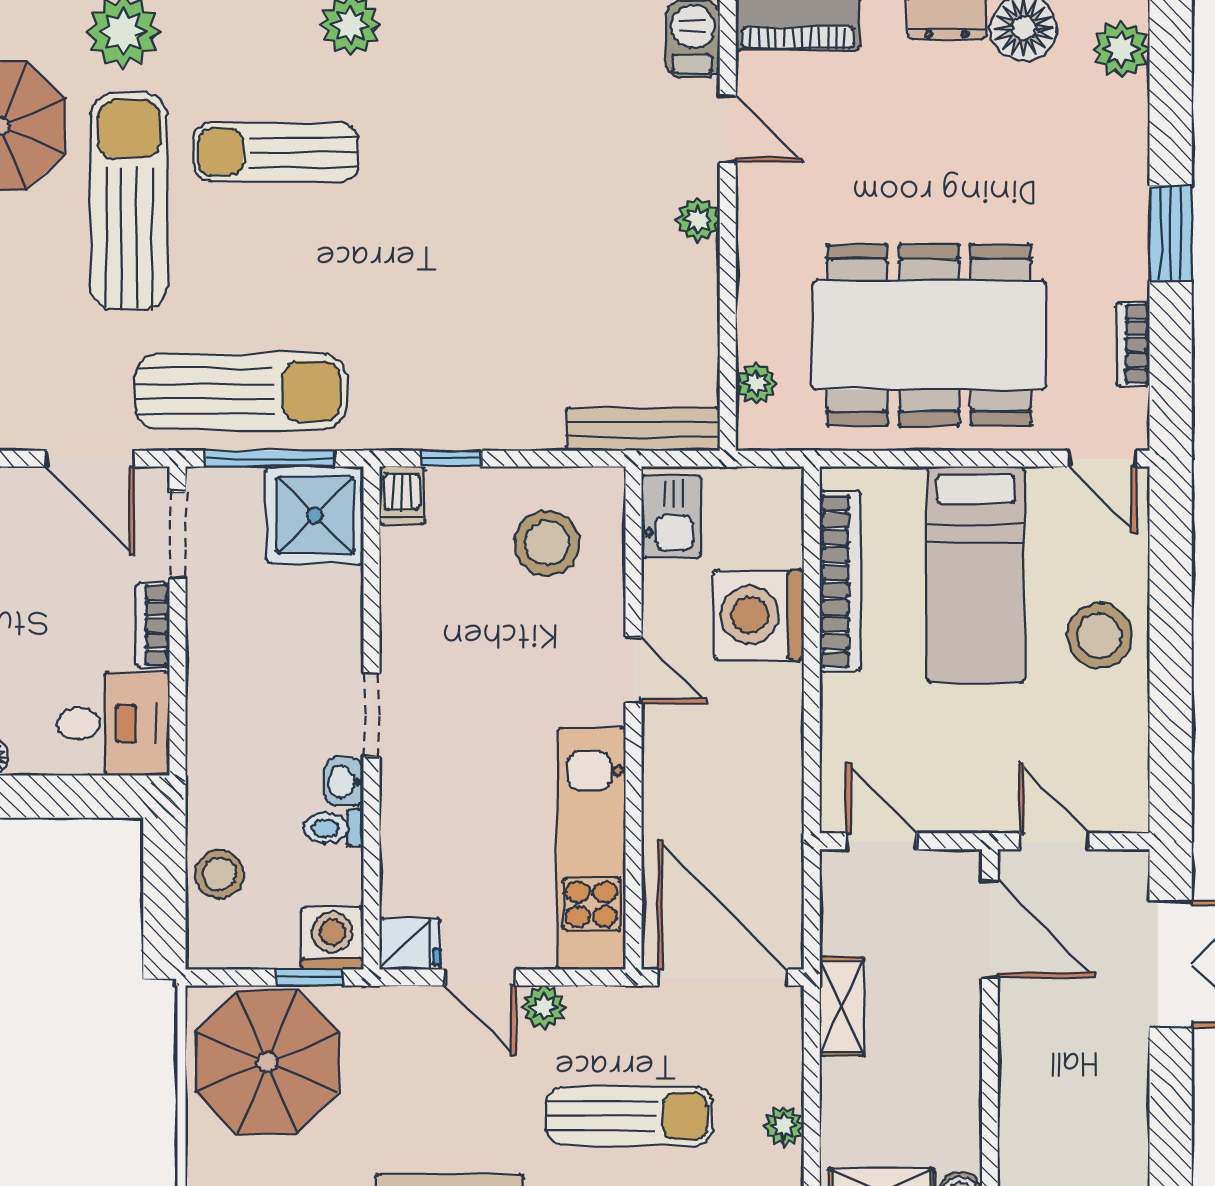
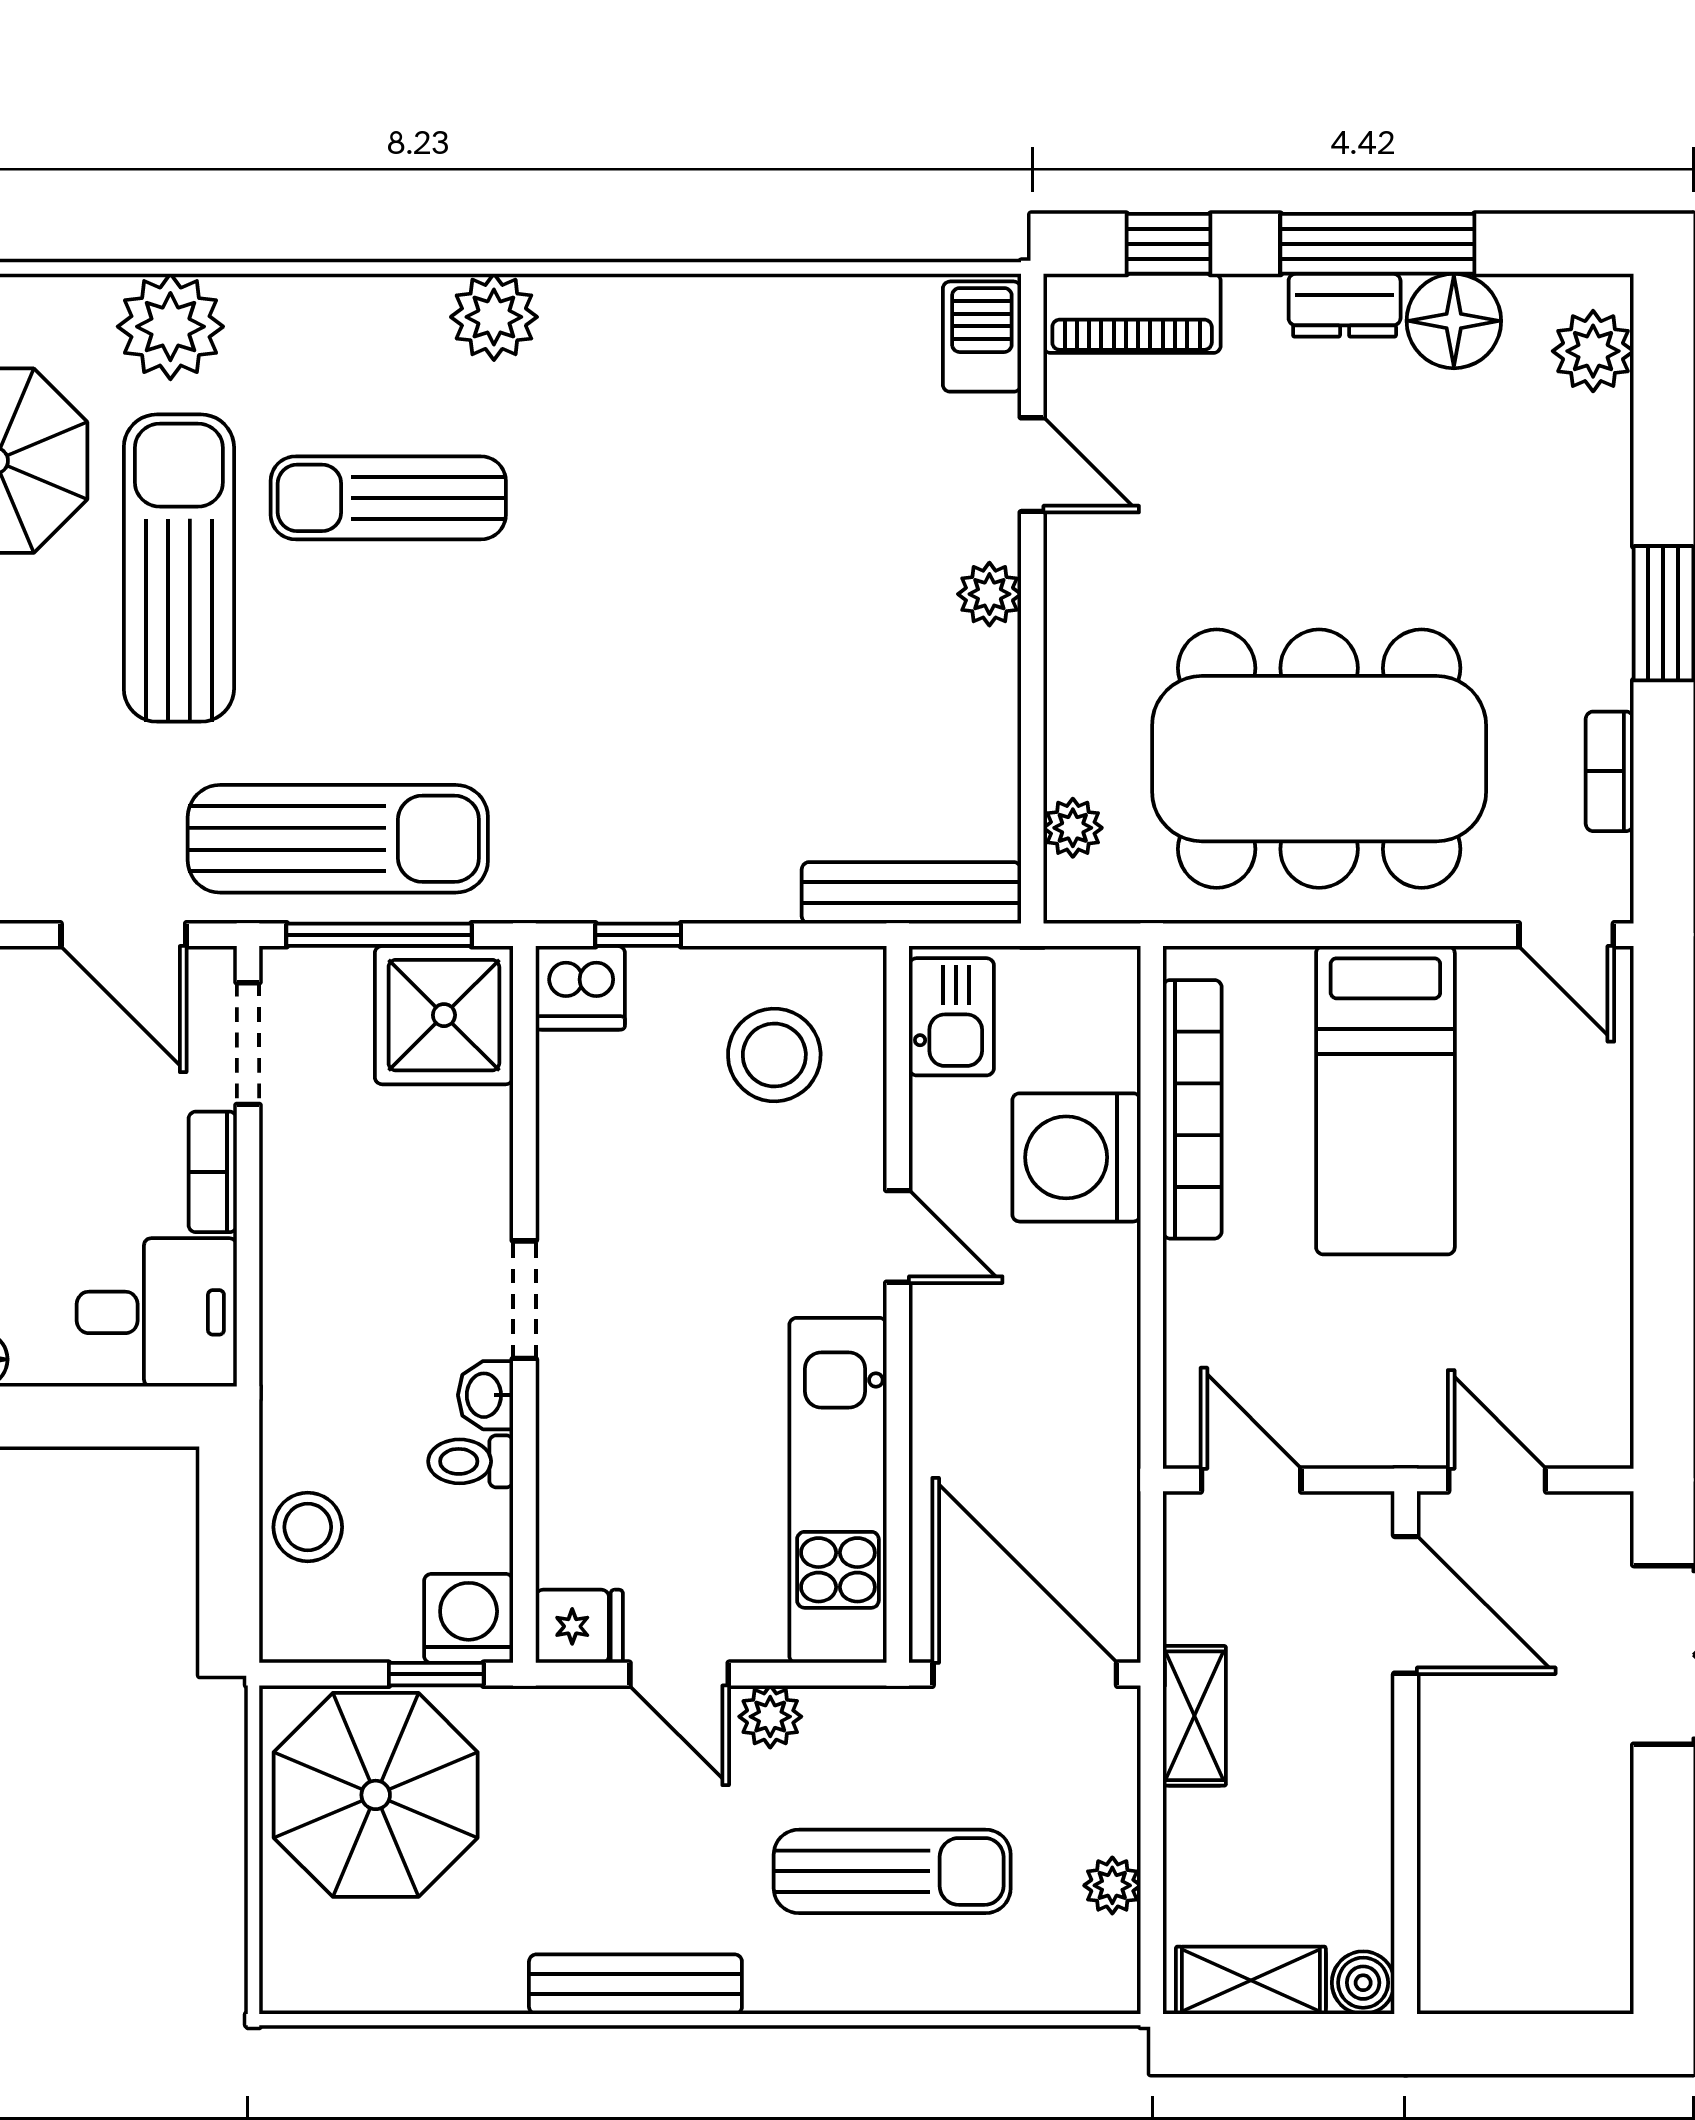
dishwasher: (402, 496) -> (580, 988), width x1.38
stool: (1099, 635) -> (1562, 1187), removed

